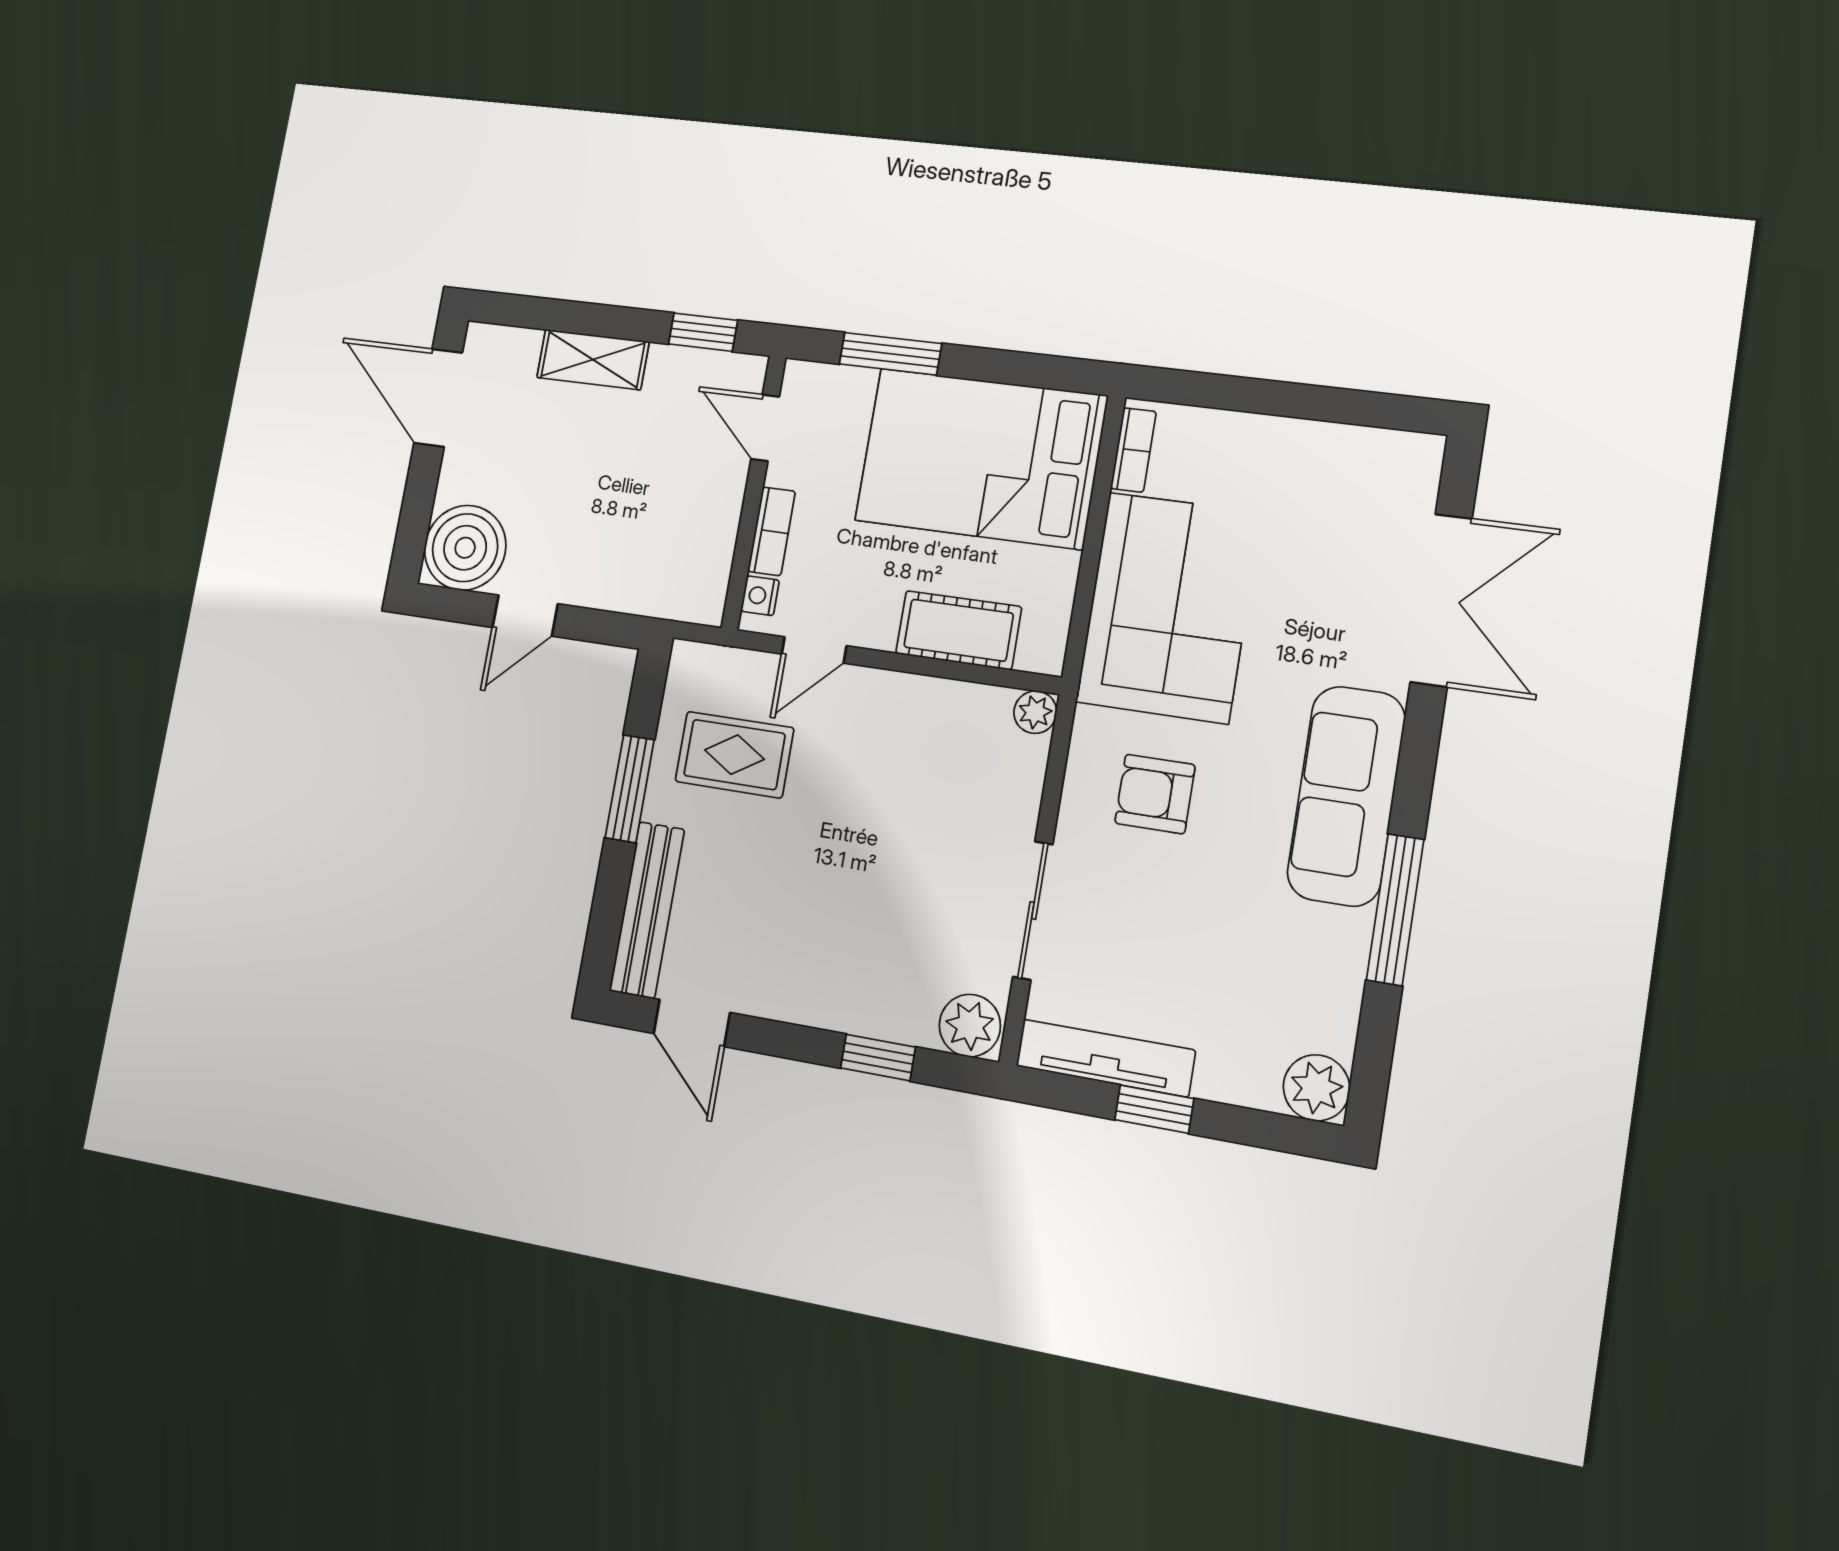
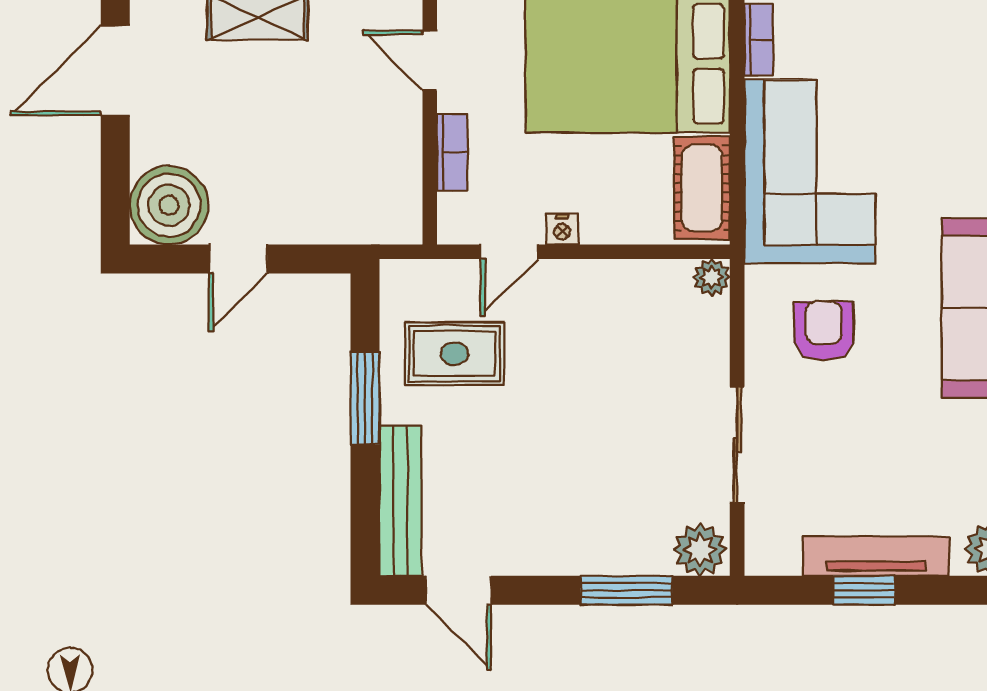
door: (438, 398) -> (115, 70), hinge flipped
nightstand: (760, 596) -> (562, 229), moved, turned -90
cot: (959, 630) -> (702, 188), moved, turned 90
armchair: (1155, 794) -> (824, 331), turned 90
window: (878, 1058) -> (626, 590), width x1.50
tv unit: (1105, 1058) -> (876, 556), moved

